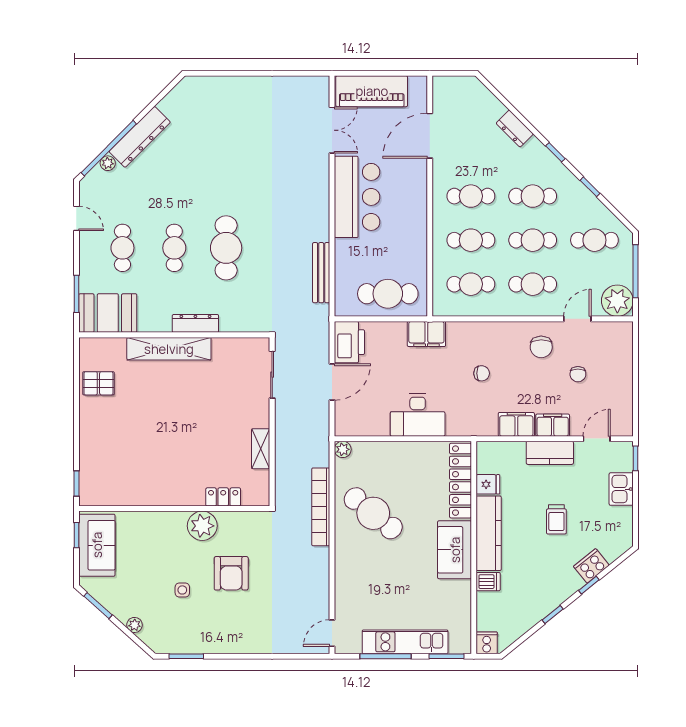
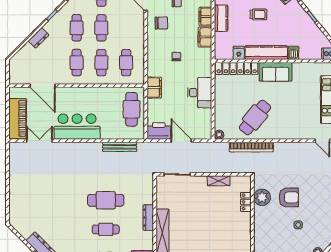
cafe table: (533, 284) -> (126, 28), removed
plant: (202, 526) -> (262, 197), moved

